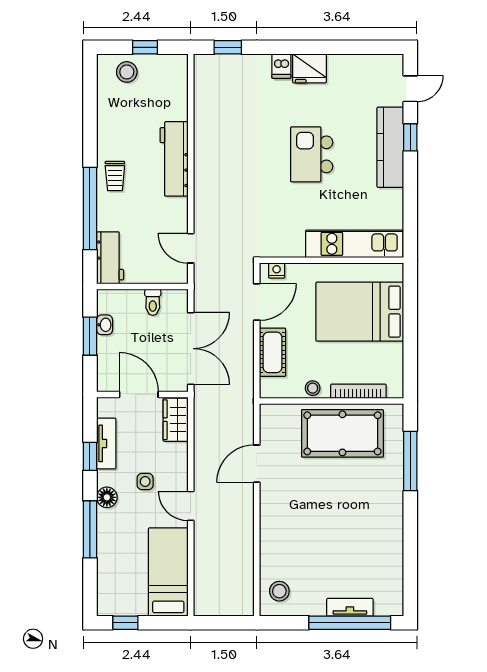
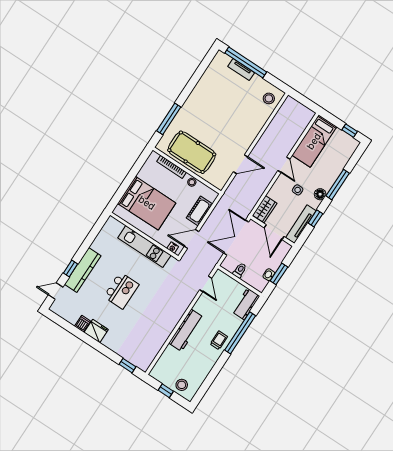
dishwasher: (281, 66) -> (82, 324), moved
kitchen unit: (354, 244) -> (144, 247), moved
tv unit: (106, 443) -> (301, 224), width x1.41

